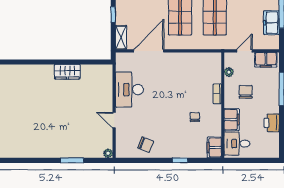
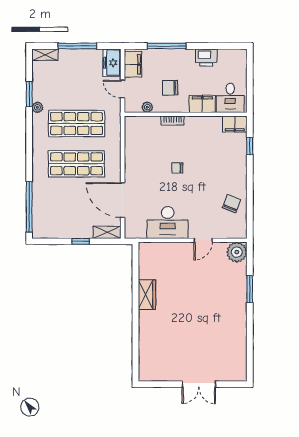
freezer: (271, 23) -> (112, 63), moved, turned 90
chair: (195, 117) -> (177, 168), moved
plant: (108, 153) -> (237, 252), width x1.88, depth x1.88
window: (180, 160) -> (250, 146), moved

